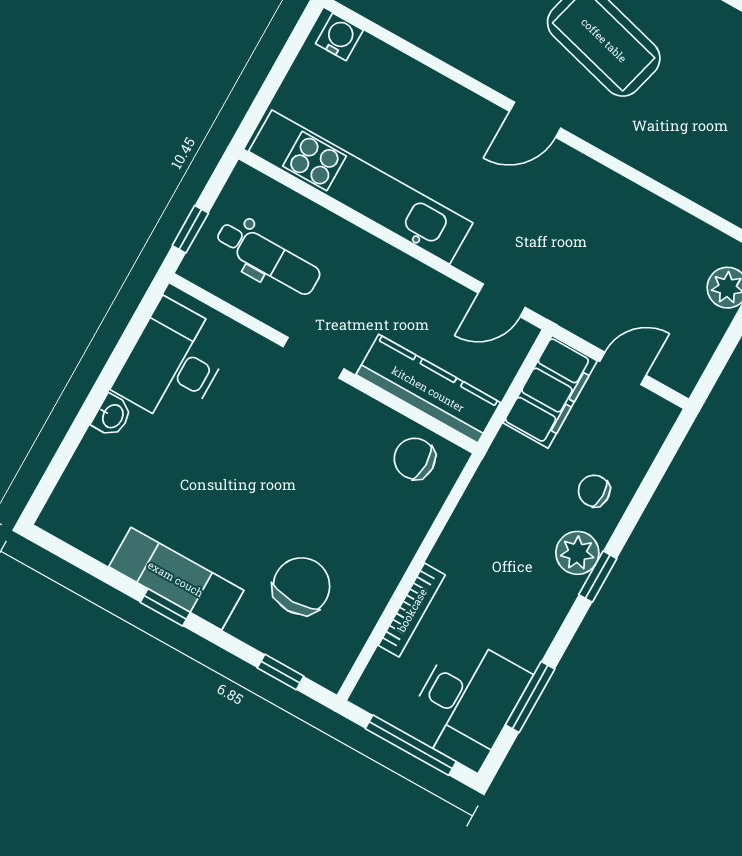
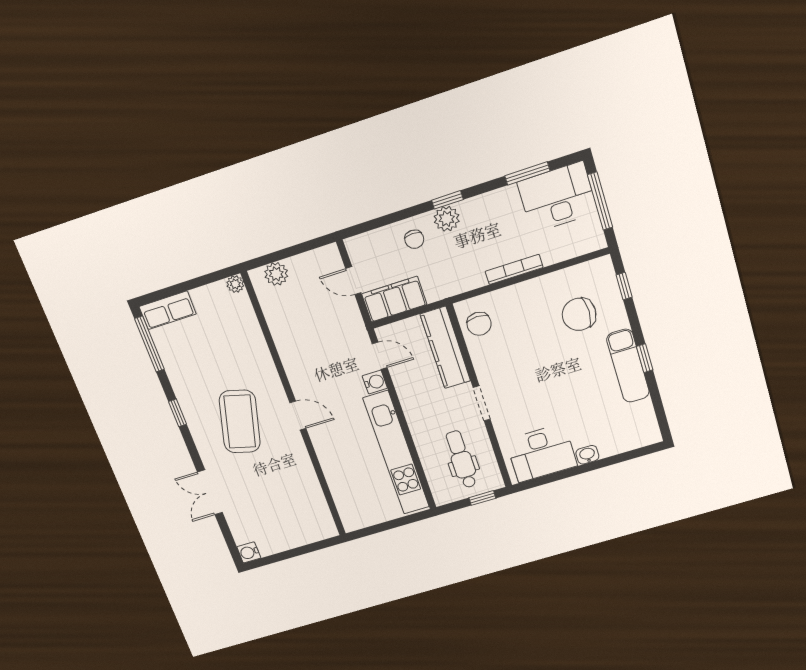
water cooler: (339, 37) -> (375, 382), moved, turned 180
bookcase: (412, 610) -> (514, 269), moved

